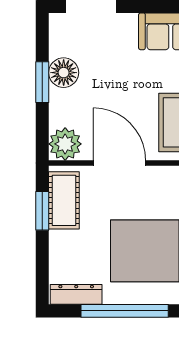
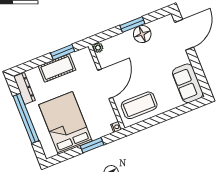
plant: (65, 144) -> (98, 48), width x0.53, depth x0.53
cot: (64, 200) -> (57, 68), moved

